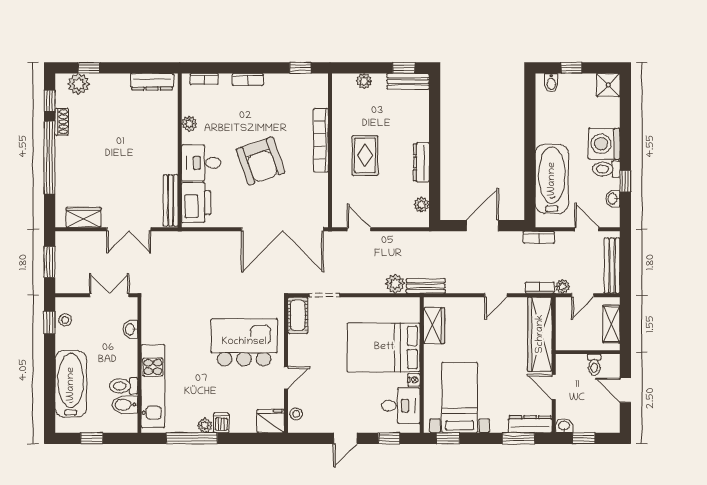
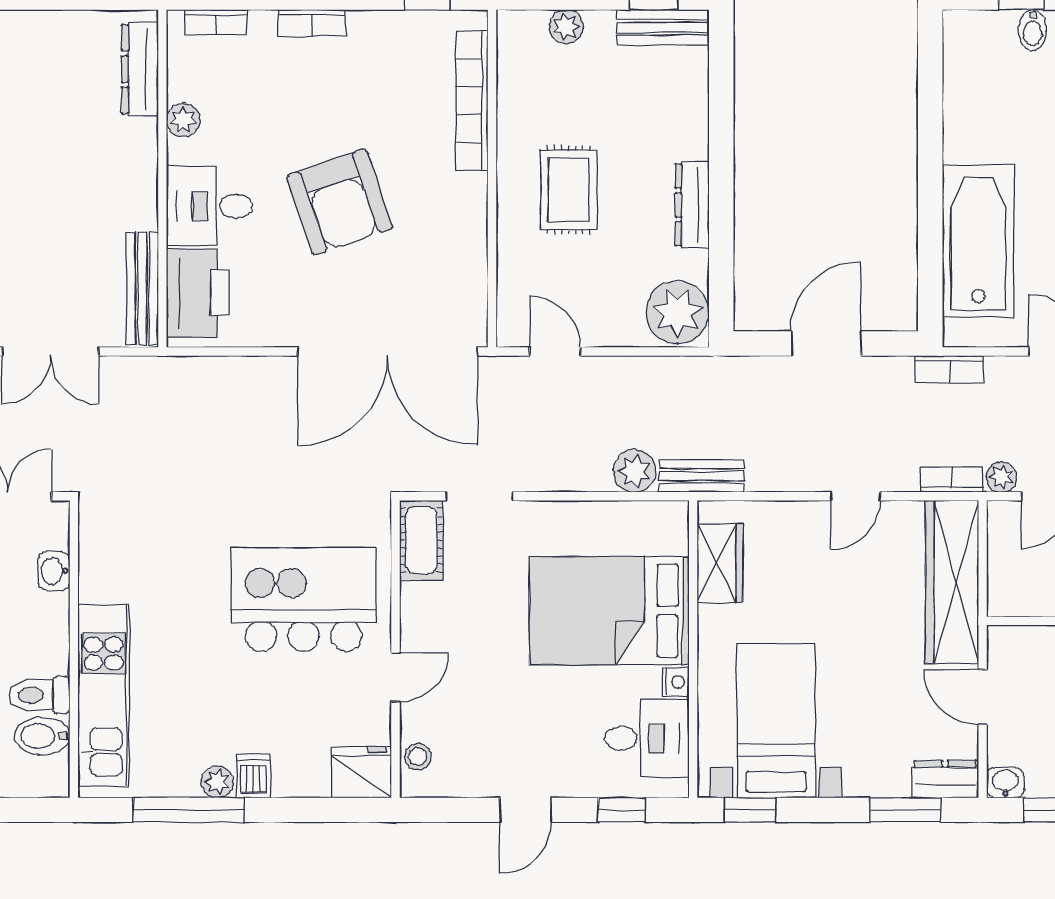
dresser: (152, 82) -> (140, 69), moved, turned 90
bidet: (551, 83) -> (1033, 30), moved
bookcase: (321, 140) -> (472, 100), moved
plant: (421, 205) -> (678, 312), width x1.87, depth x1.87
dresser: (530, 424) -> (945, 779), width x0.70

